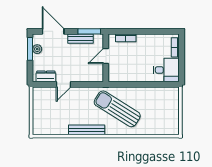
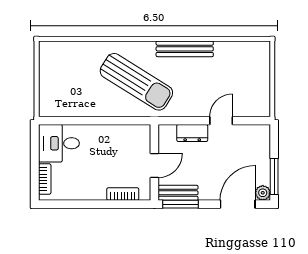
door: (53, 31) -> (238, 204), swing flipped
bench: (81, 39) -> (178, 193), moved
plant: (37, 49) -> (263, 193), moved
dresser: (46, 76) -> (192, 133), moved

